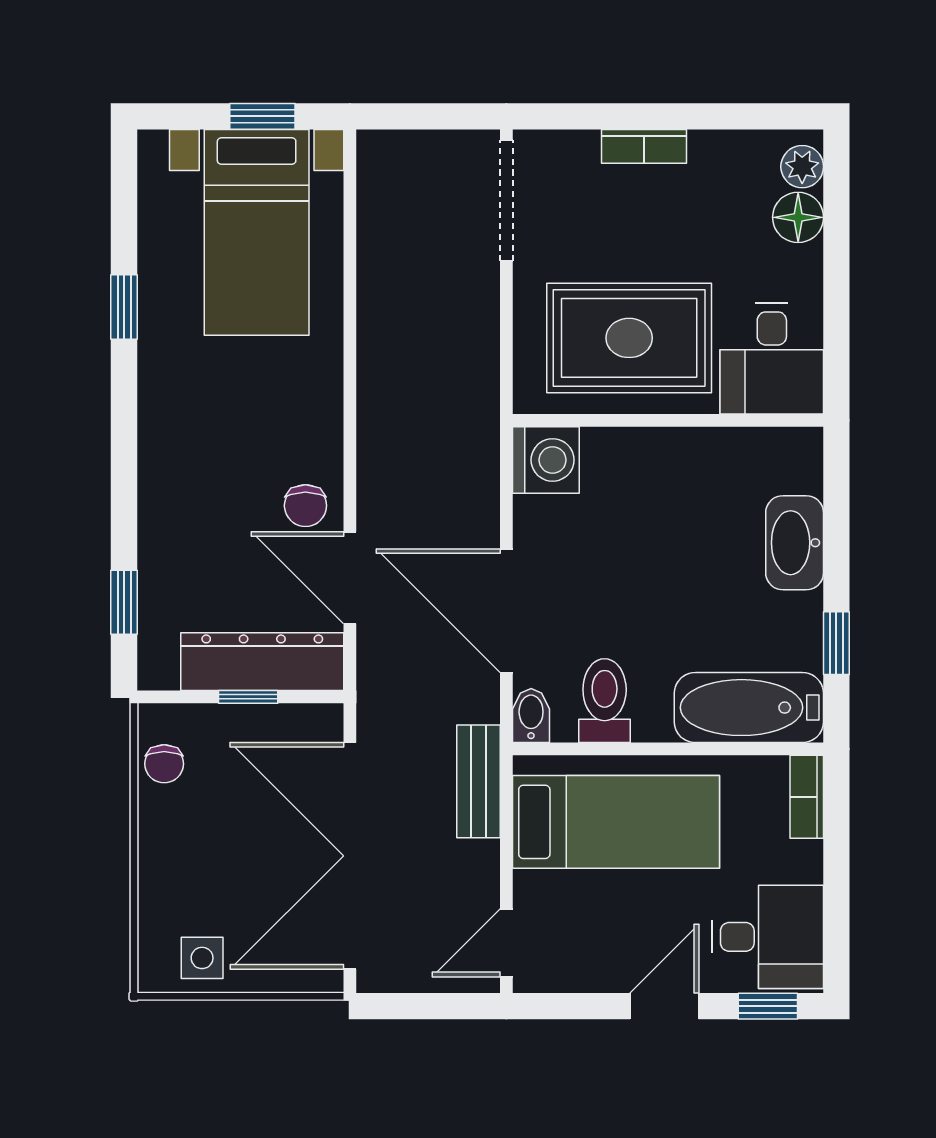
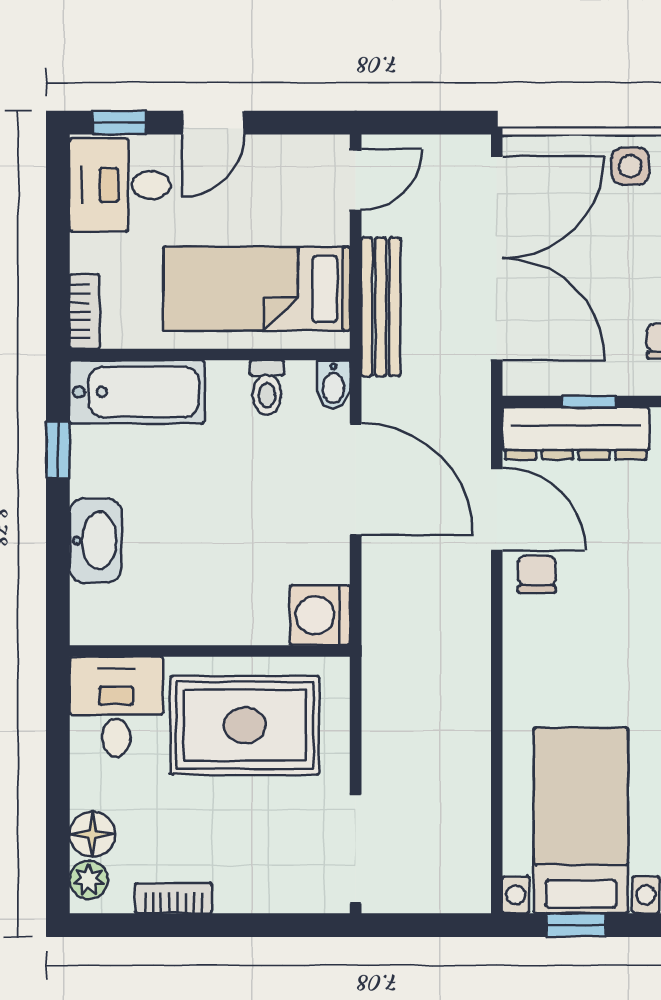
bookcase: (644, 146) -> (174, 898), moved
toilet: (605, 701) -> (267, 388), width x0.73, depth x0.72
bench: (479, 781) -> (381, 307), width x1.36

